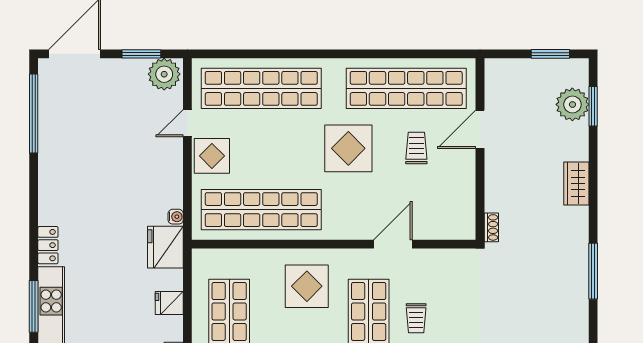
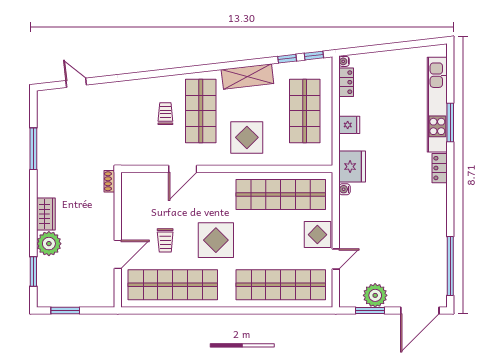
plant: (164, 74) -> (375, 295), moved
plant: (572, 104) -> (49, 244), moved

